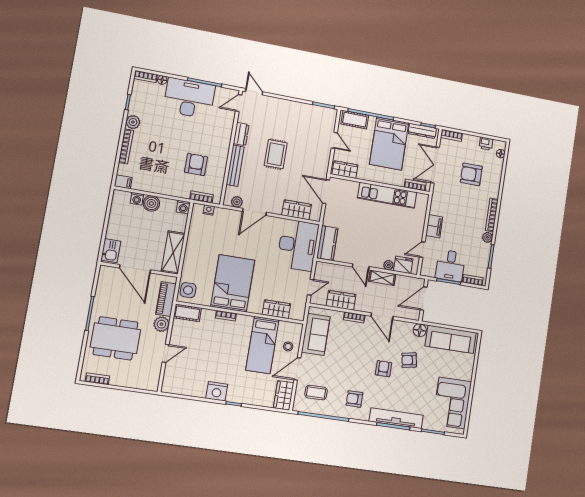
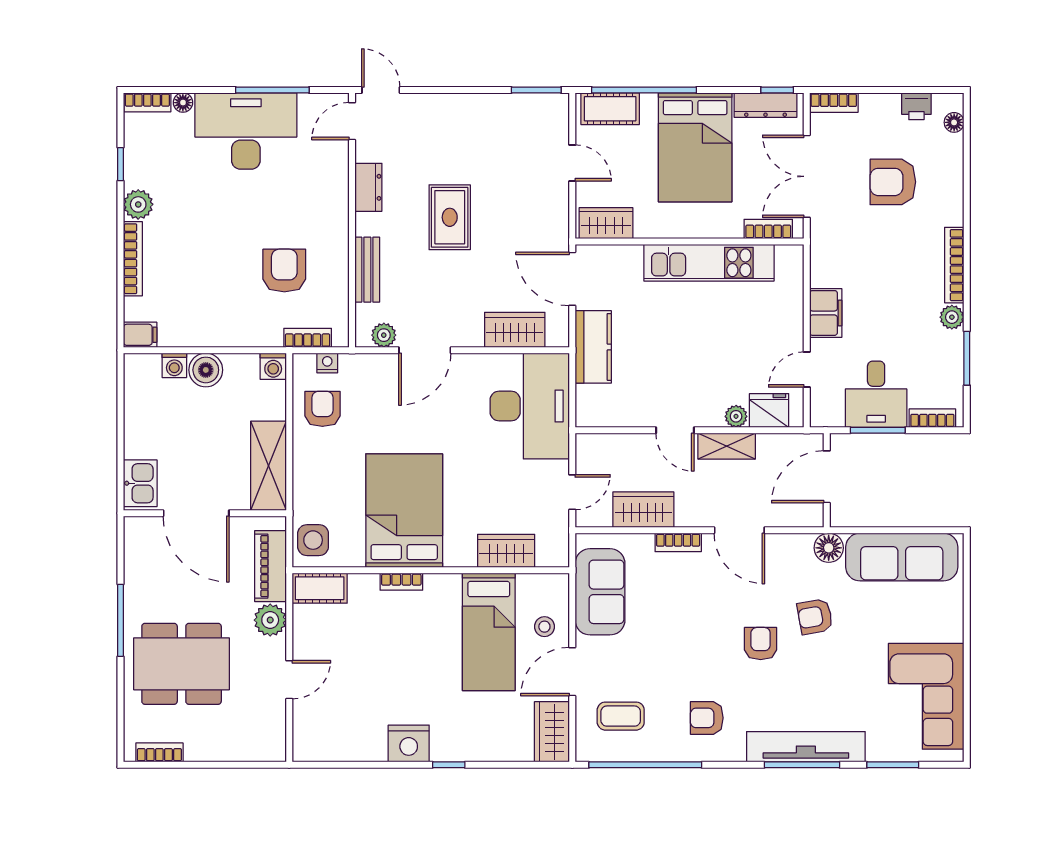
bench: (235, 166) -> (367, 270), width x0.73
armchair: (203, 231) -> (322, 409), added
kitchen counter: (327, 243) -> (593, 347), moved

